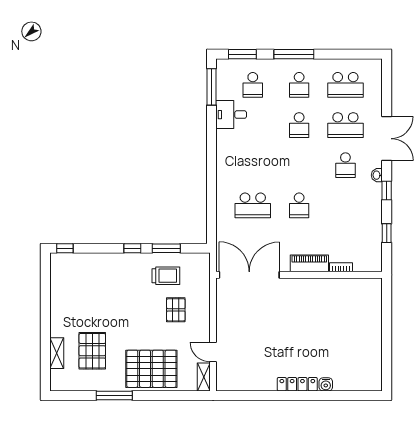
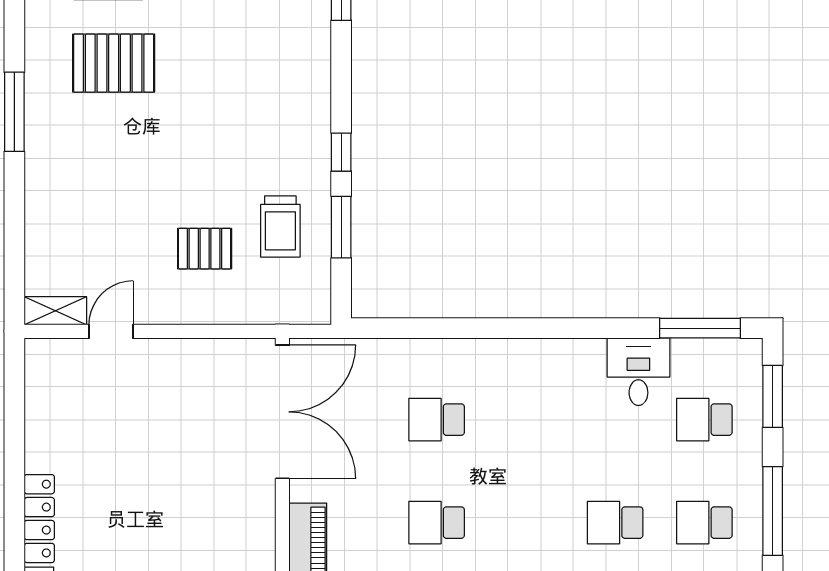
school desk: (253, 205) -> (437, 420), width x0.54
pallet: (151, 369) -> (73, 194), removed

